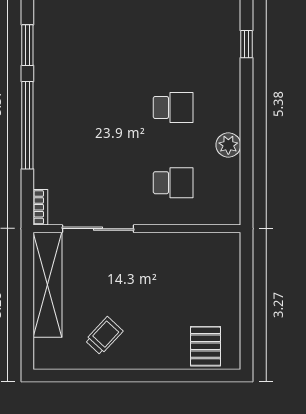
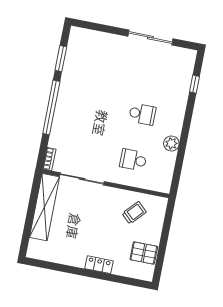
school desk: (173, 183) -> (133, 160), turned 180
trolley: (104, 336) -> (134, 213), moved
pallet: (205, 346) -> (144, 253), moved, turned 90
locker: (152, 359) -> (99, 265), added

